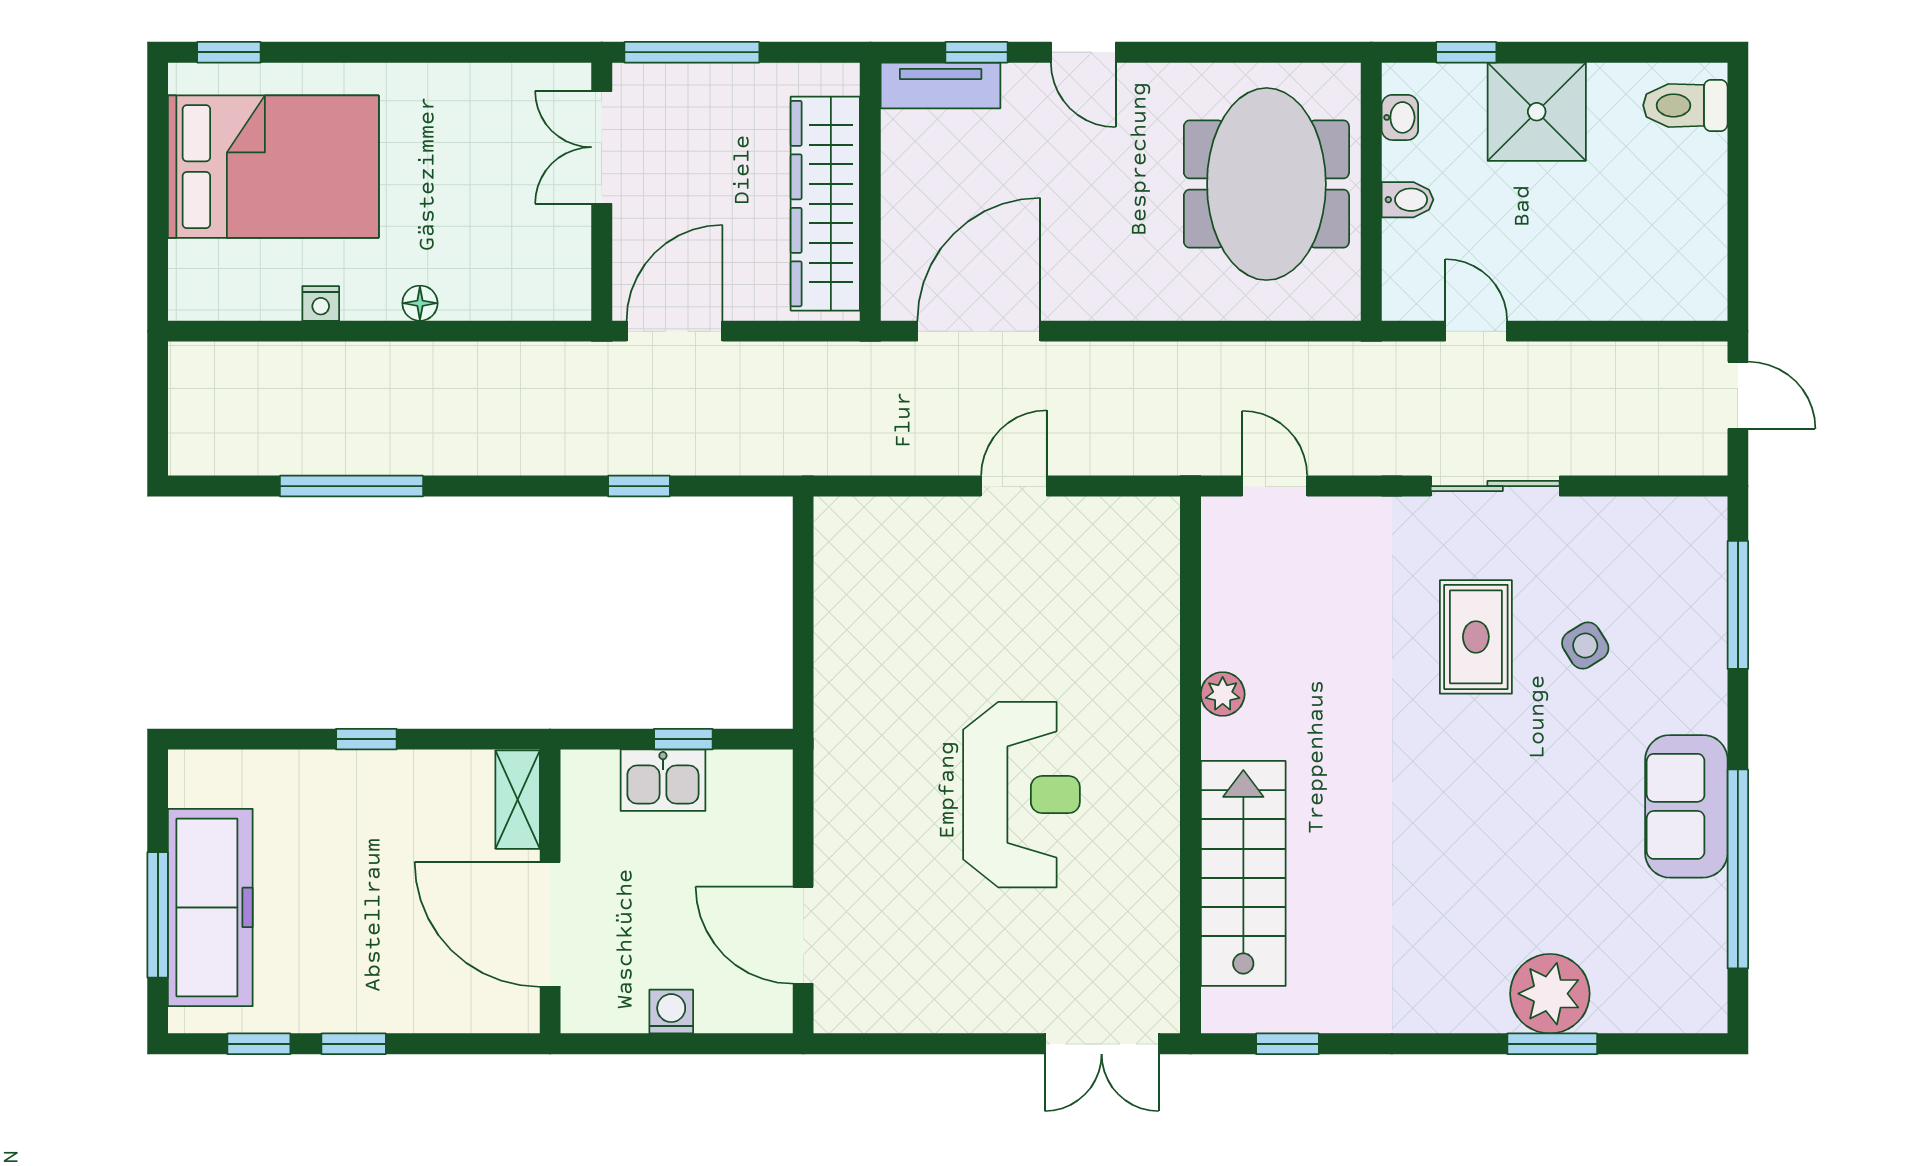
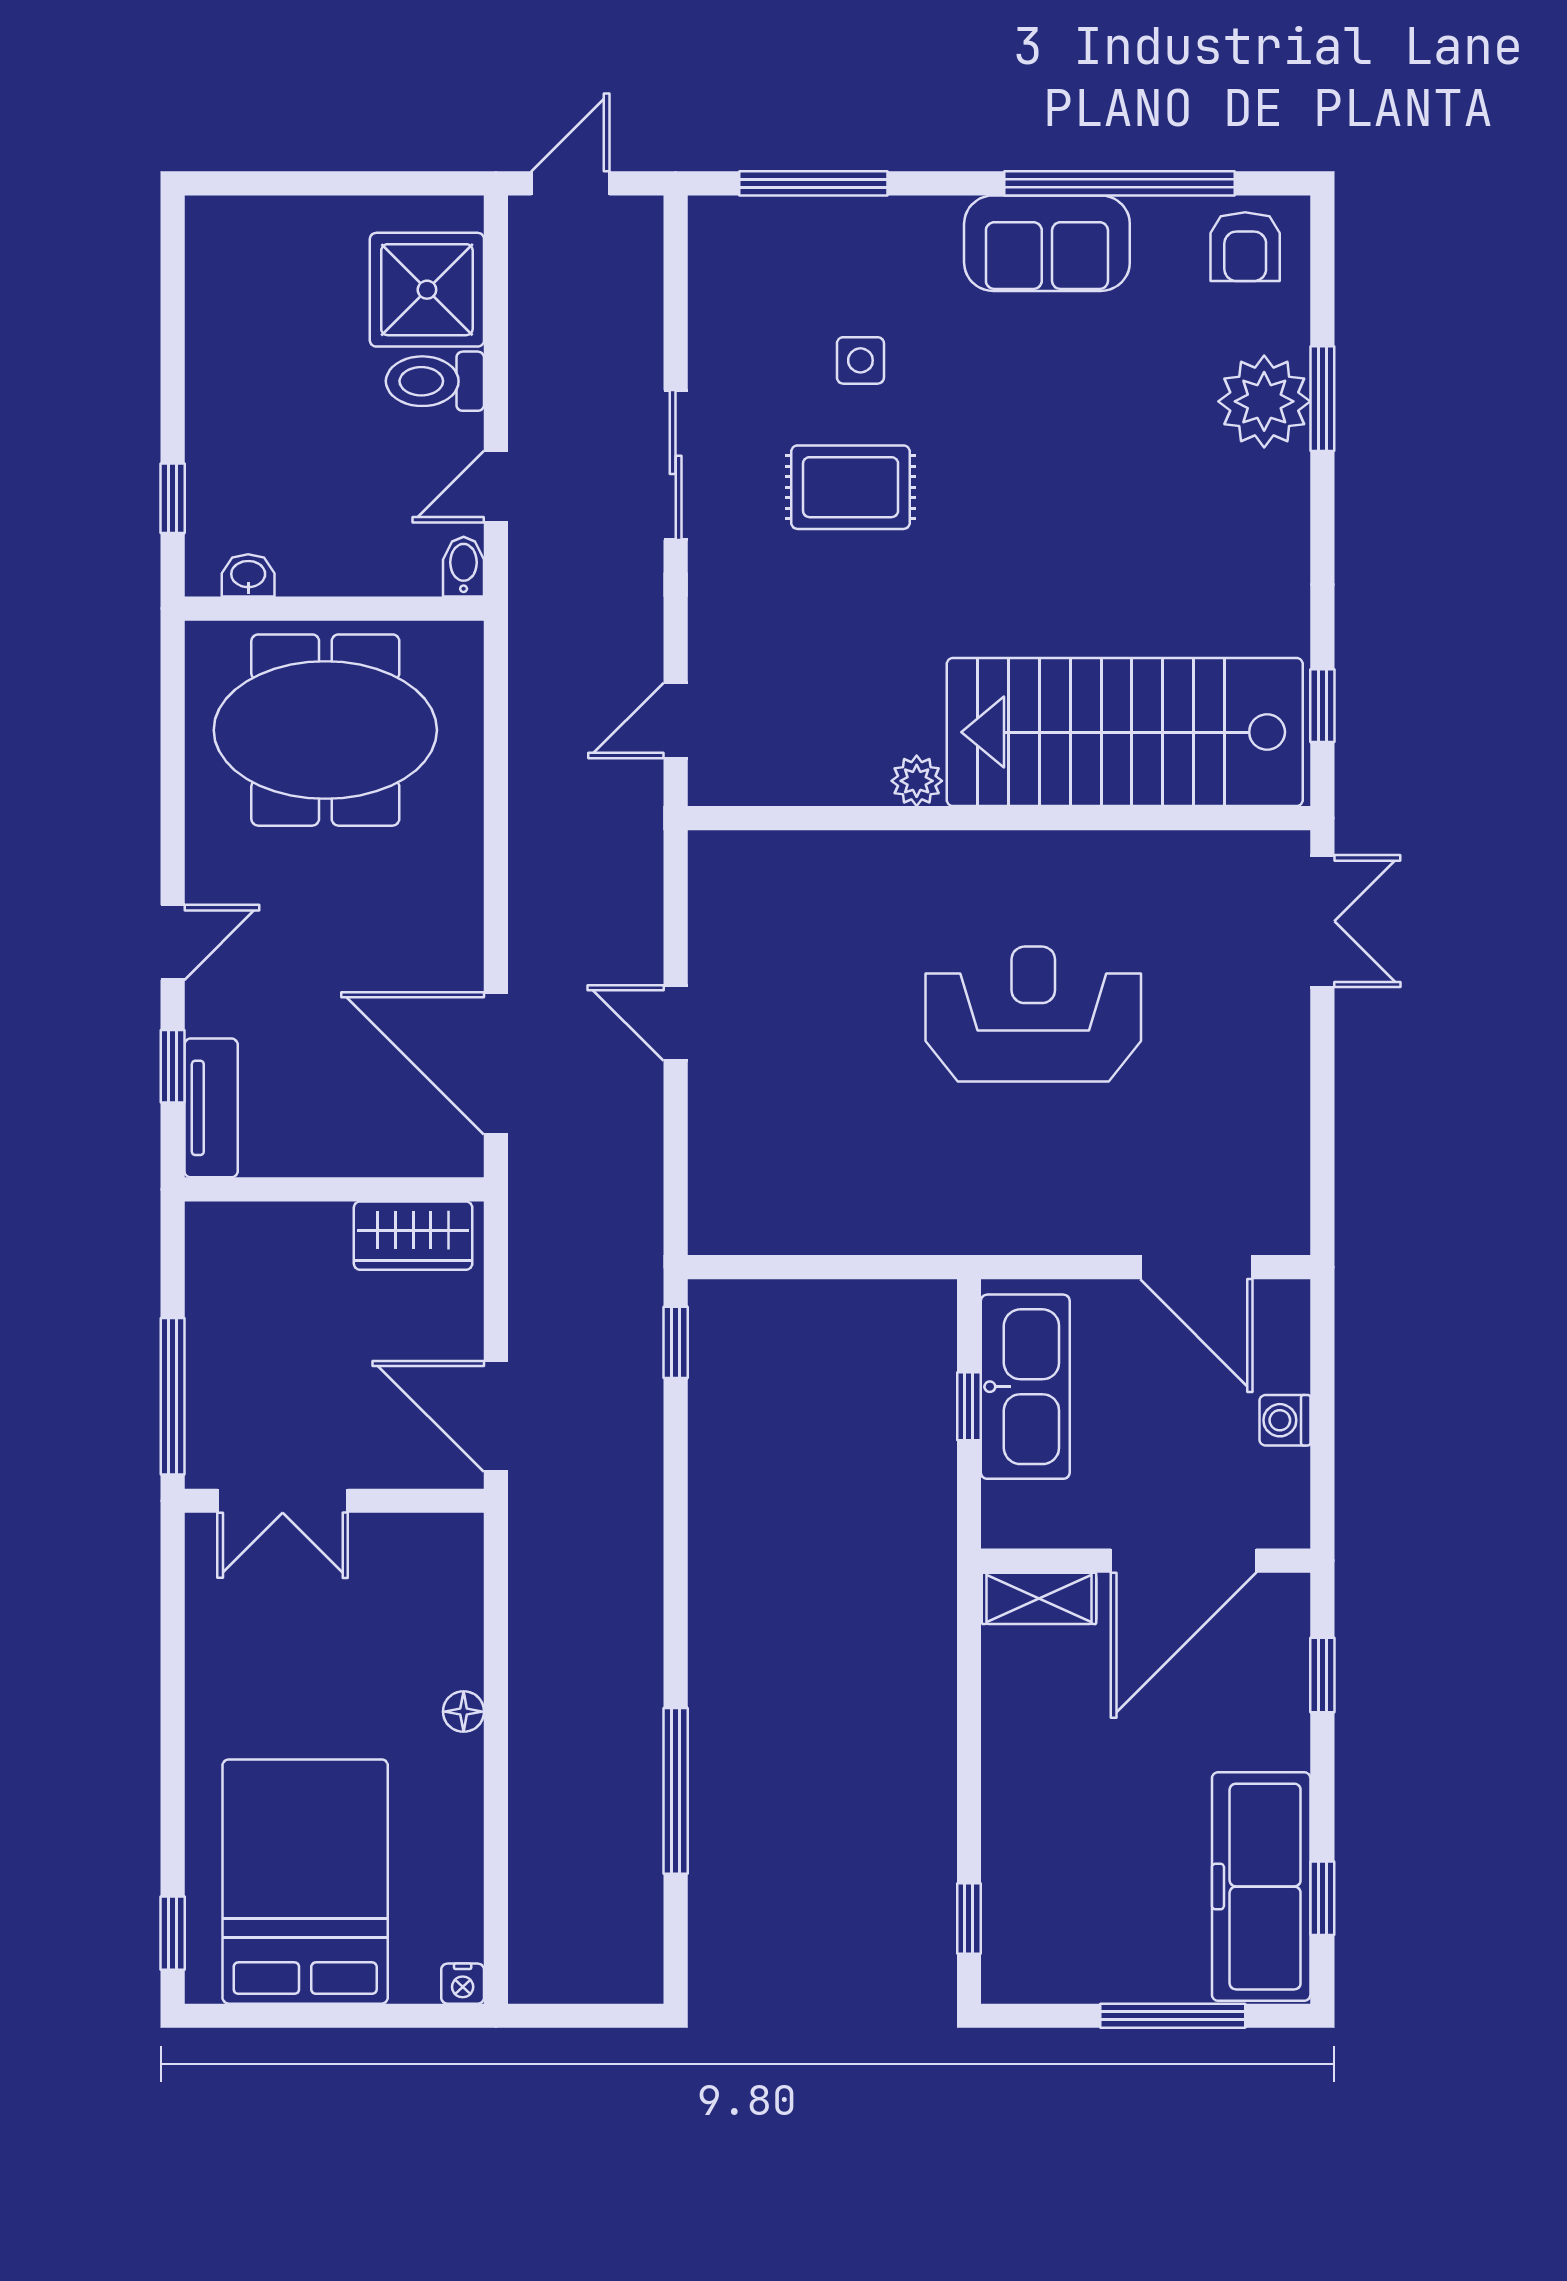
toilet: (1685, 105) -> (435, 381), moved, turned 90
shower: (1537, 112) -> (427, 290), moved
bidet: (1407, 200) -> (464, 567), moved
wardrobe: (825, 204) -> (413, 1236), width x0.48, depth x0.85
nightstand: (321, 303) -> (463, 1984), moved, turned 90
window: (639, 486) -> (676, 1342), moved
side table: (1585, 646) -> (860, 360), turned 32
window: (366, 739) -> (969, 1919), moved
kitchen sink: (663, 780) -> (1025, 1387), width x1.87, depth x1.24
stairs: (1243, 873) -> (1125, 732), width x1.36, depth x1.51
freezer: (210, 907) -> (1261, 1887), moved, turned -90
door: (803, 935) -> (1196, 1267), hinge flipped
armchair: (1683, 977) -> (1245, 247), added
window: (354, 1044) -> (1322, 1675), moved

